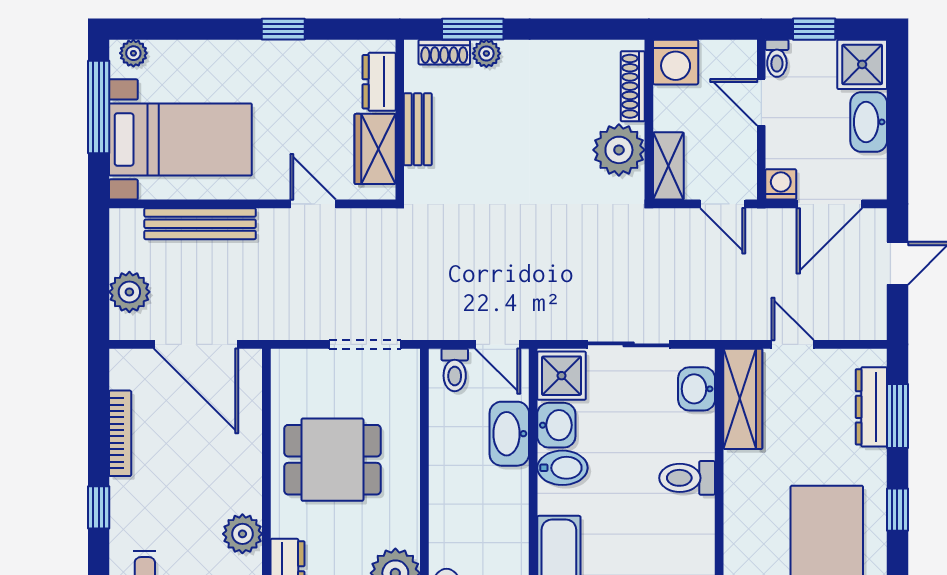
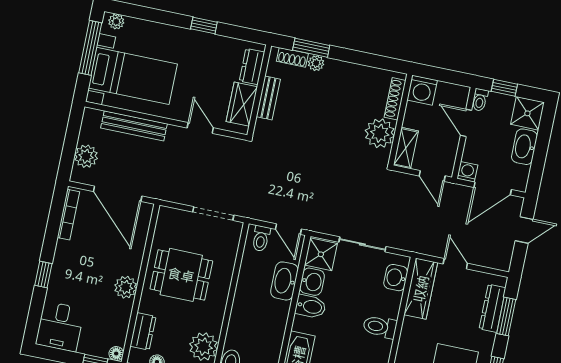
bookcase: (120, 433) -> (68, 215), moved
plant: (242, 534) -> (126, 287), moved

